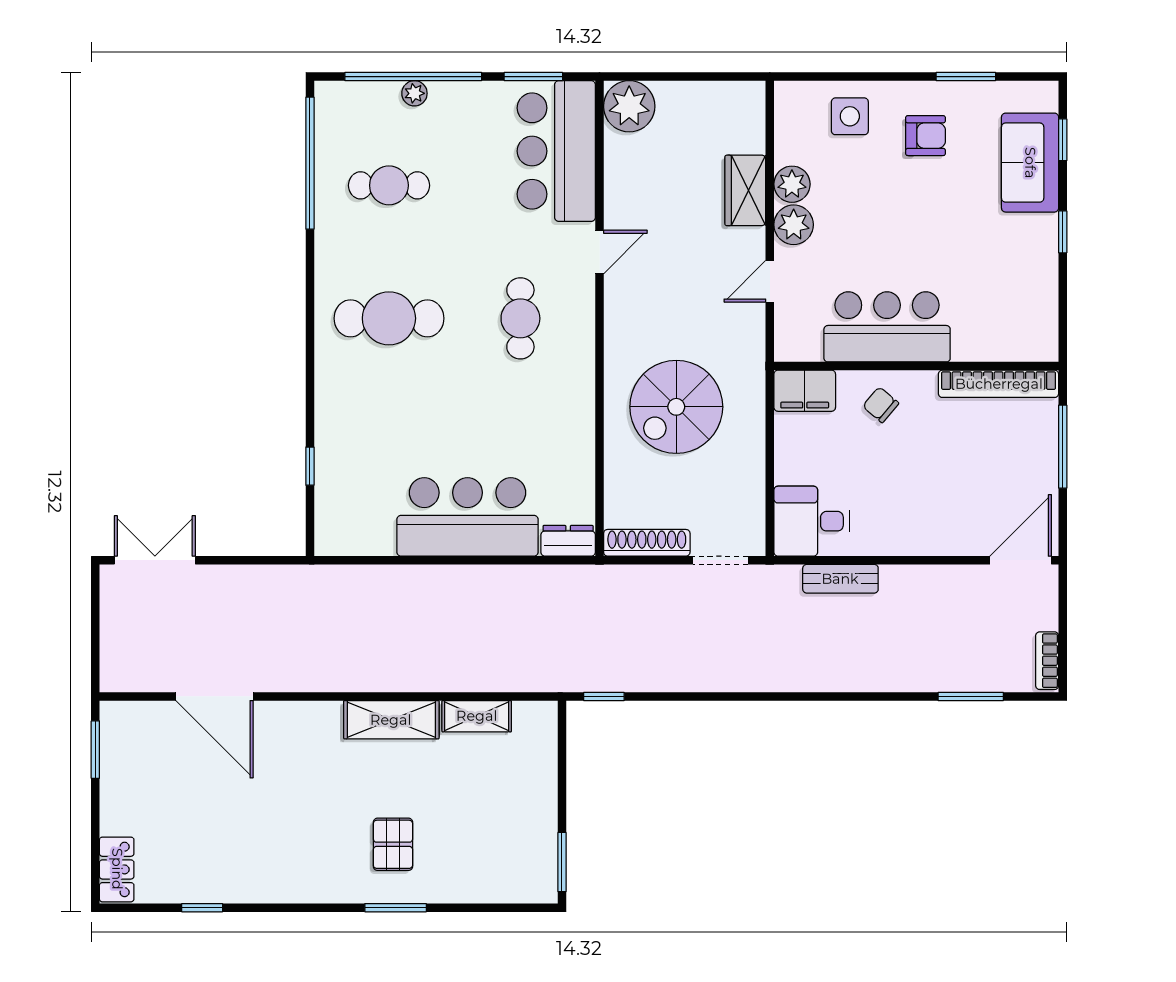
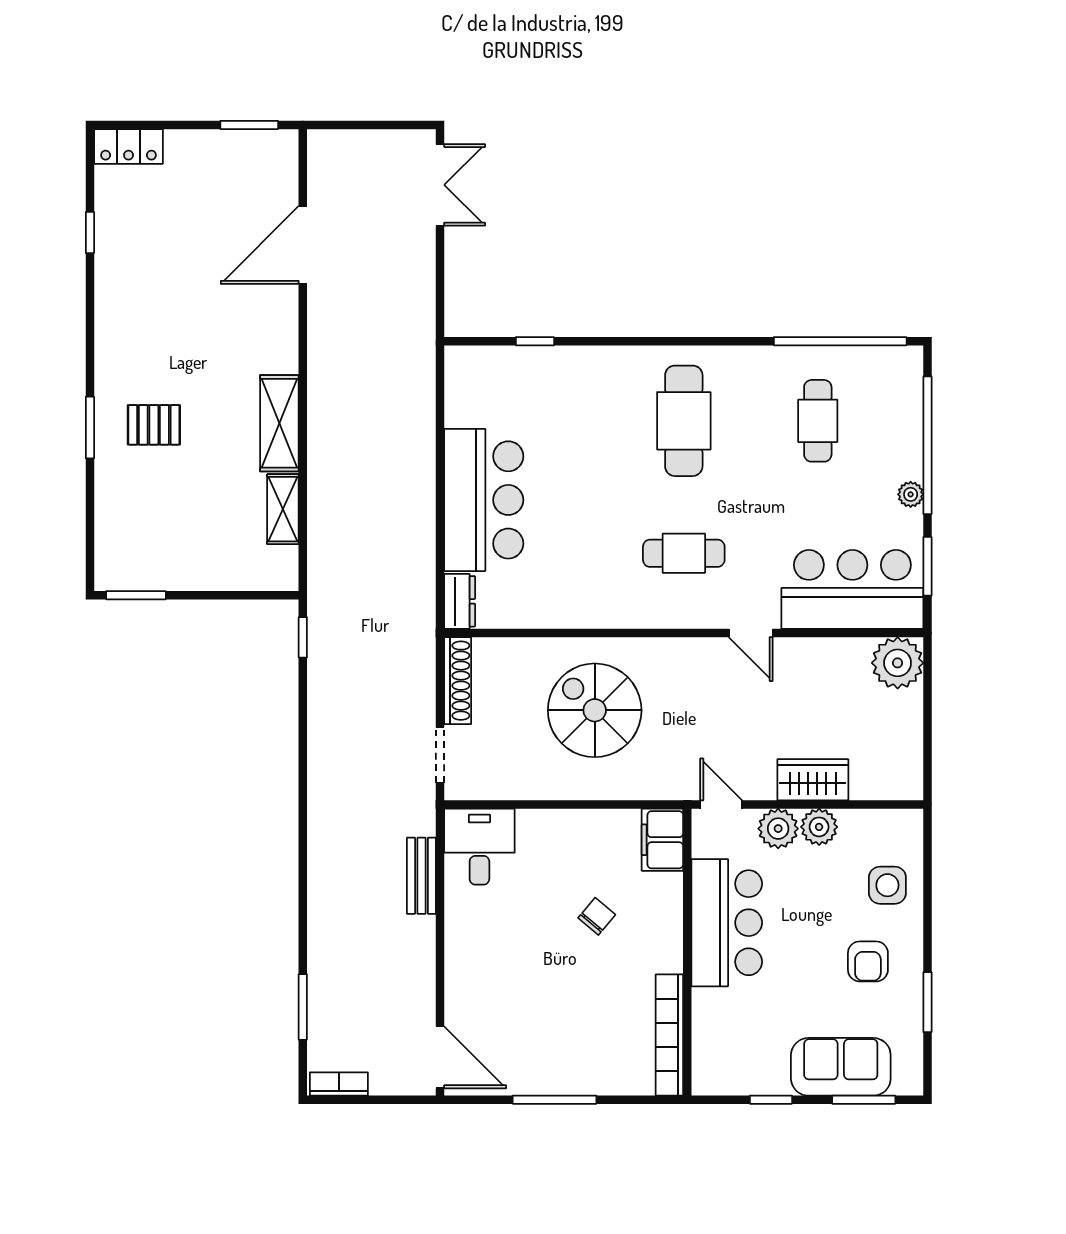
plant: (414, 93) -> (911, 494), moved
window: (1063, 140) -> (864, 1100), width x1.50
bar counter: (887, 327) -> (727, 923), moved
wall: (916, 366) -> (687, 952), moved
bookcase: (999, 384) -> (669, 1035), moved
filing cabinet: (805, 391) -> (662, 840), moved

